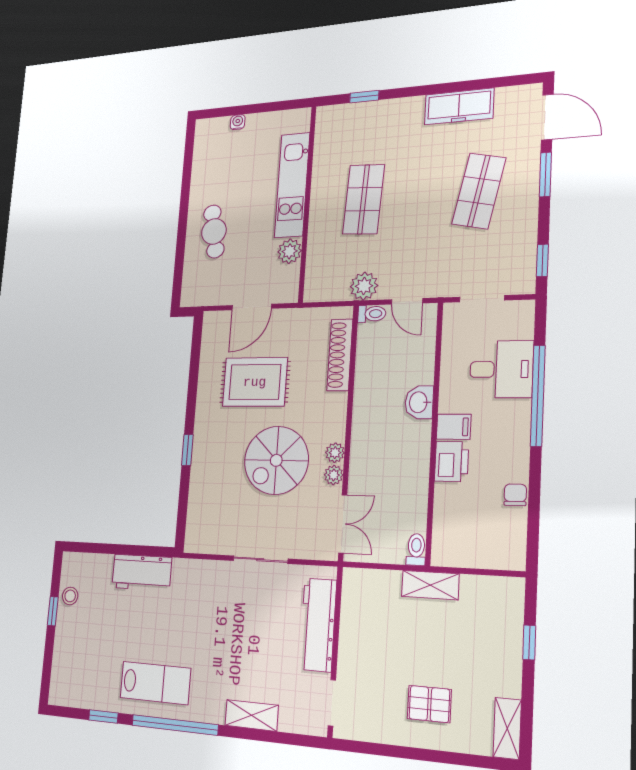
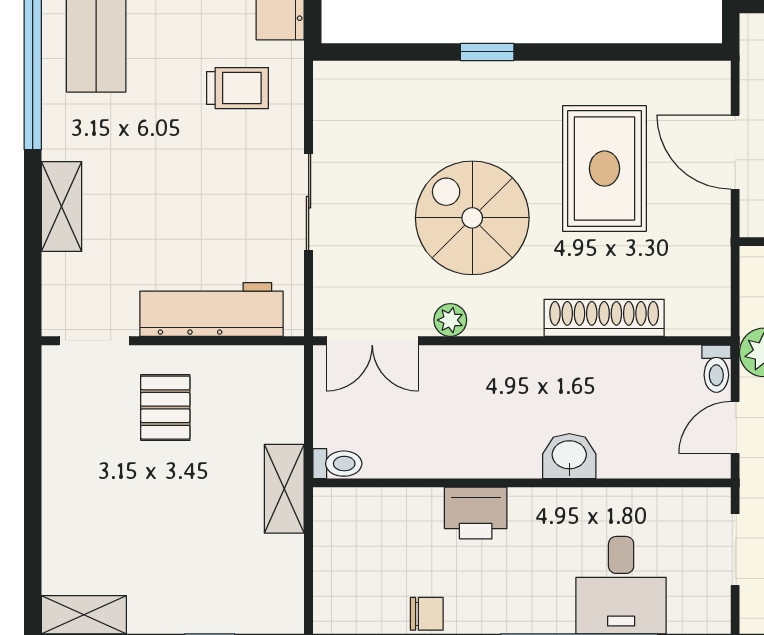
shoe rack: (340, 355) -> (604, 318), moved
filing cabinet: (454, 427) -> (530, 514), removed
plant: (335, 453) -> (487, 320), removed
trolley: (194, 599) -> (237, 88), added
pallet: (429, 704) -> (165, 408), moved

